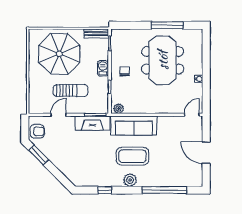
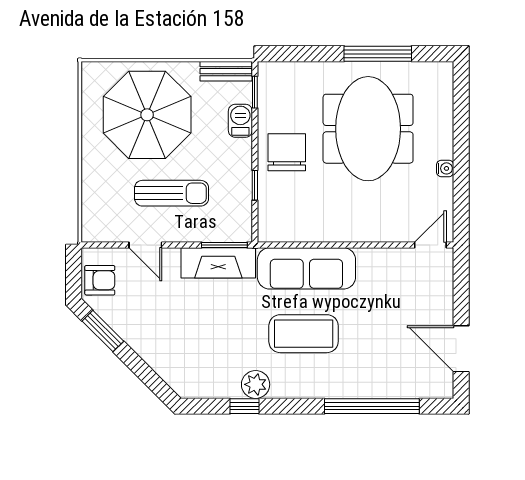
barbecue: (103, 68) -> (240, 121), moved
chair: (125, 71) -> (287, 152), width x1.87, depth x1.87
plant: (119, 109) -> (274, 232), removed
door: (58, 115) -> (145, 245), swing flipped
door: (206, 153) -> (461, 349), moved
plant: (130, 180) -> (256, 384), moved

